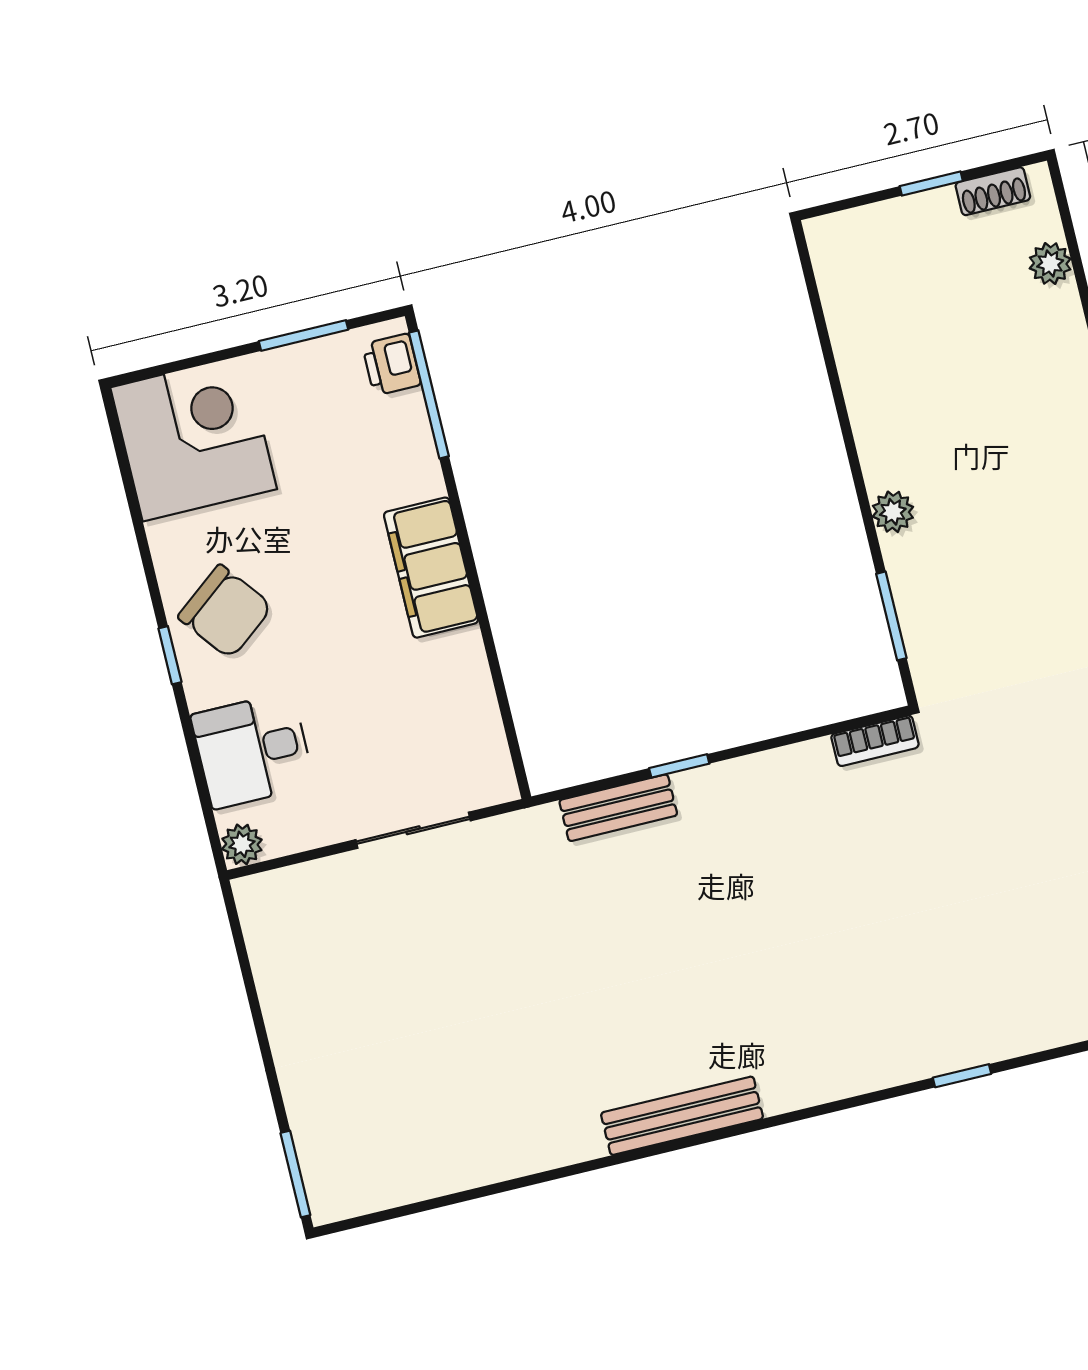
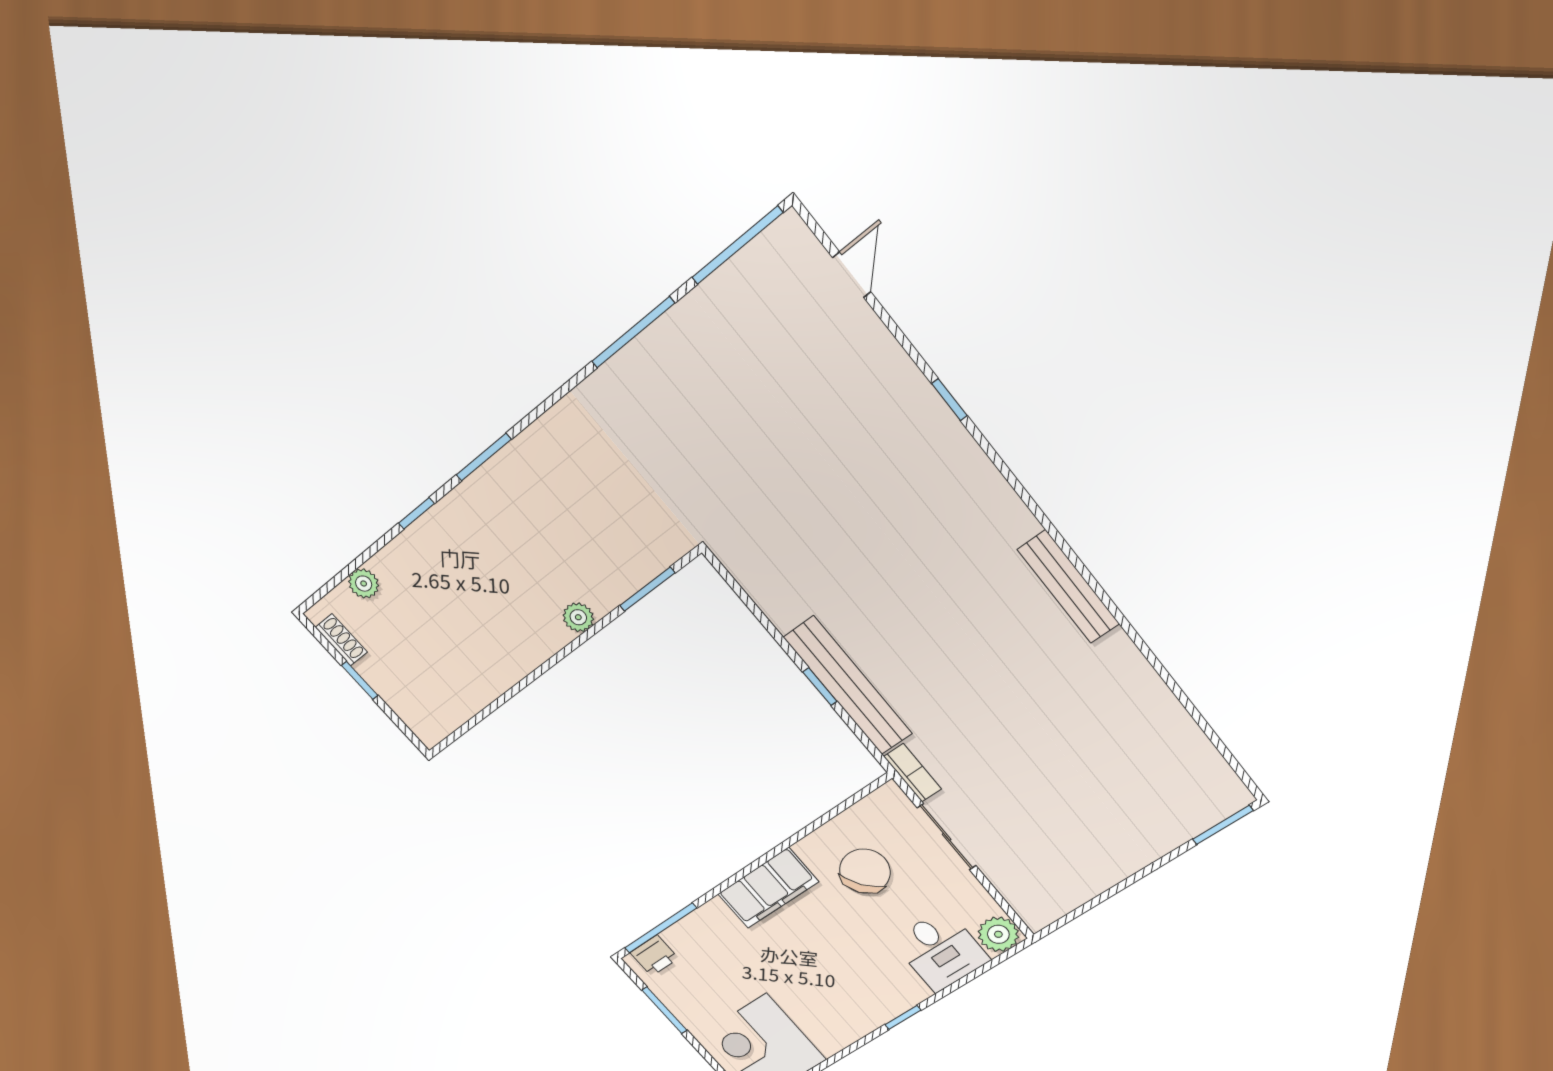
chair: (225, 612) -> (865, 871), moved
bookcase: (875, 741) -> (913, 773), moved
bench: (618, 808) -> (848, 686), width x1.86, depth x1.21
plant: (242, 844) -> (998, 934), width x1.38, depth x1.38

